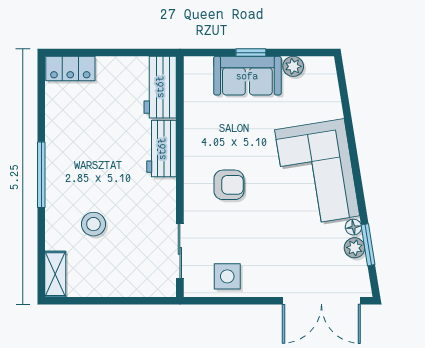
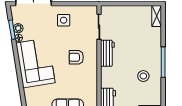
workbench: (162, 149) -> (107, 53), moved
stool: (93, 224) -> (143, 76), moved
side table: (227, 276) -> (64, 20), moved

